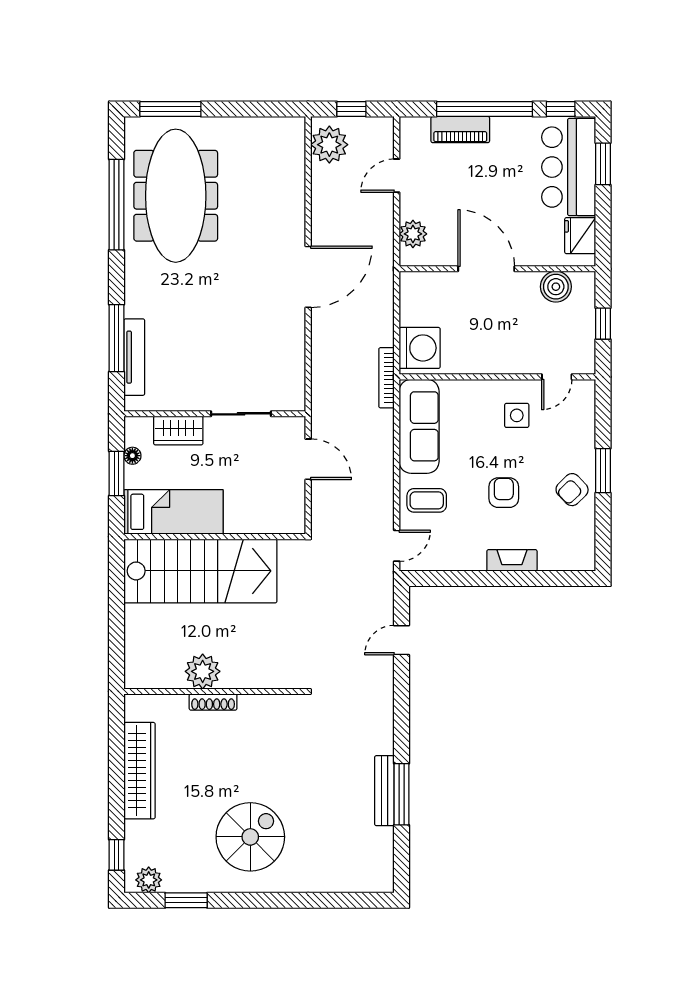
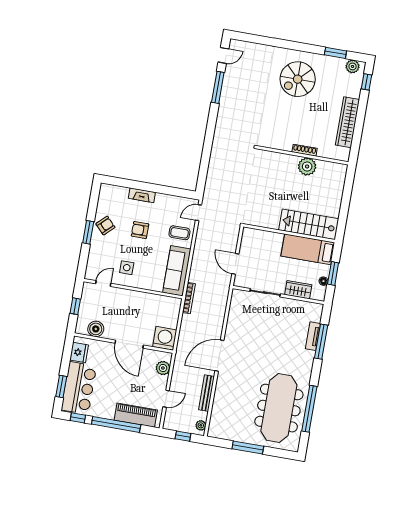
window: (170, 109) -> (248, 447), moved
piano: (460, 130) -> (136, 415), width x1.37, depth x1.33
plant: (329, 145) -> (201, 425), width x0.53, depth x0.53
washing machine: (420, 348) -> (165, 338), moved, turned 90
tv unit: (134, 357) -> (313, 336), width x0.71
armchair: (504, 493) -> (140, 230), turned 90
stairs: (200, 571) -> (309, 224), width x0.73, depth x0.66
door: (402, 640) -> (223, 55), moved
bench: (384, 791) -> (207, 393), moved

